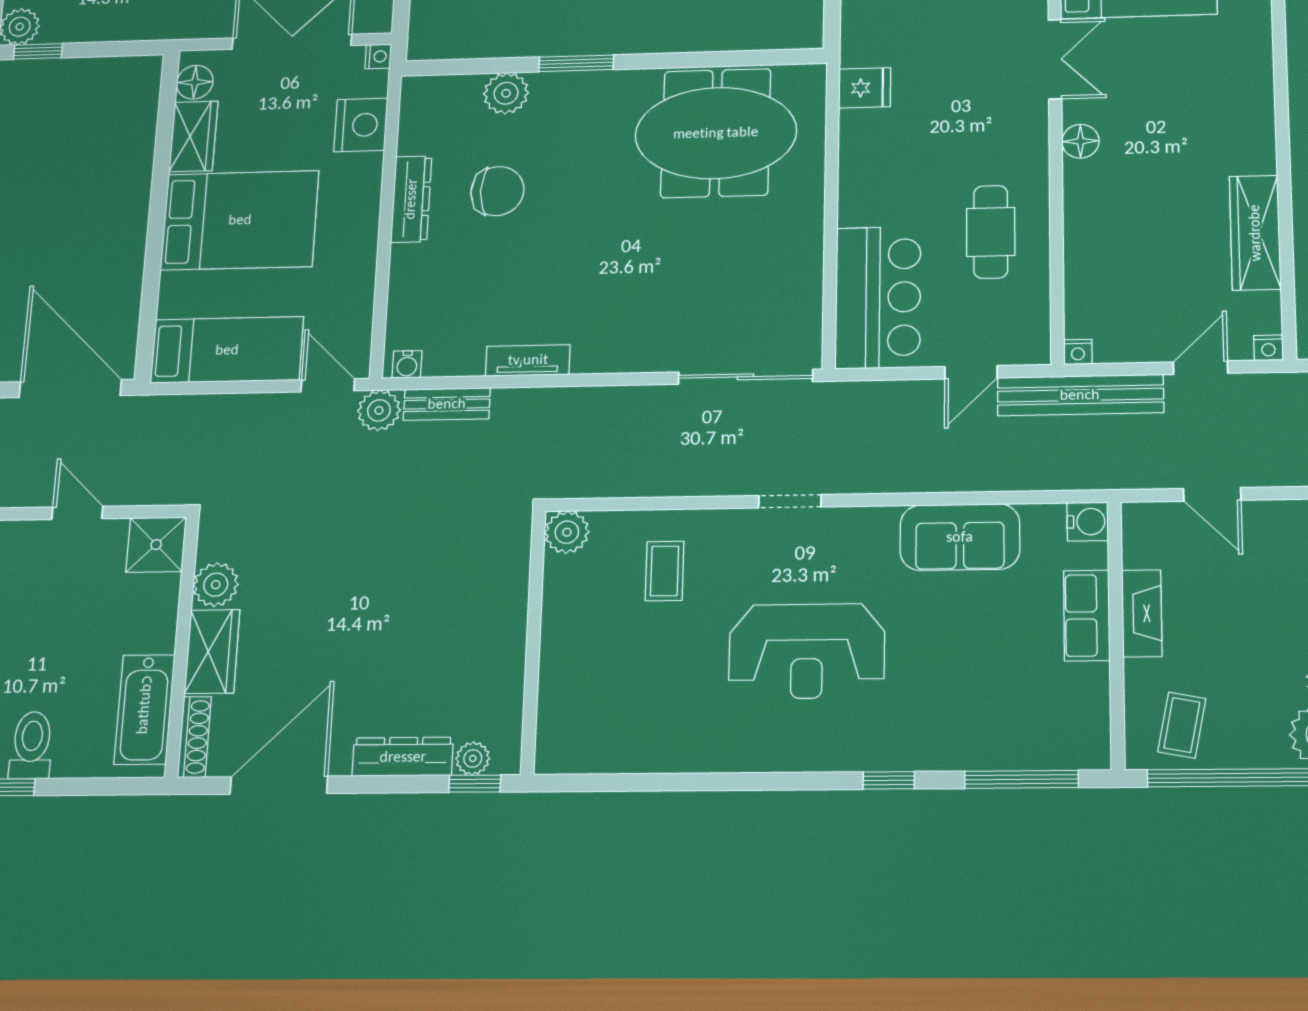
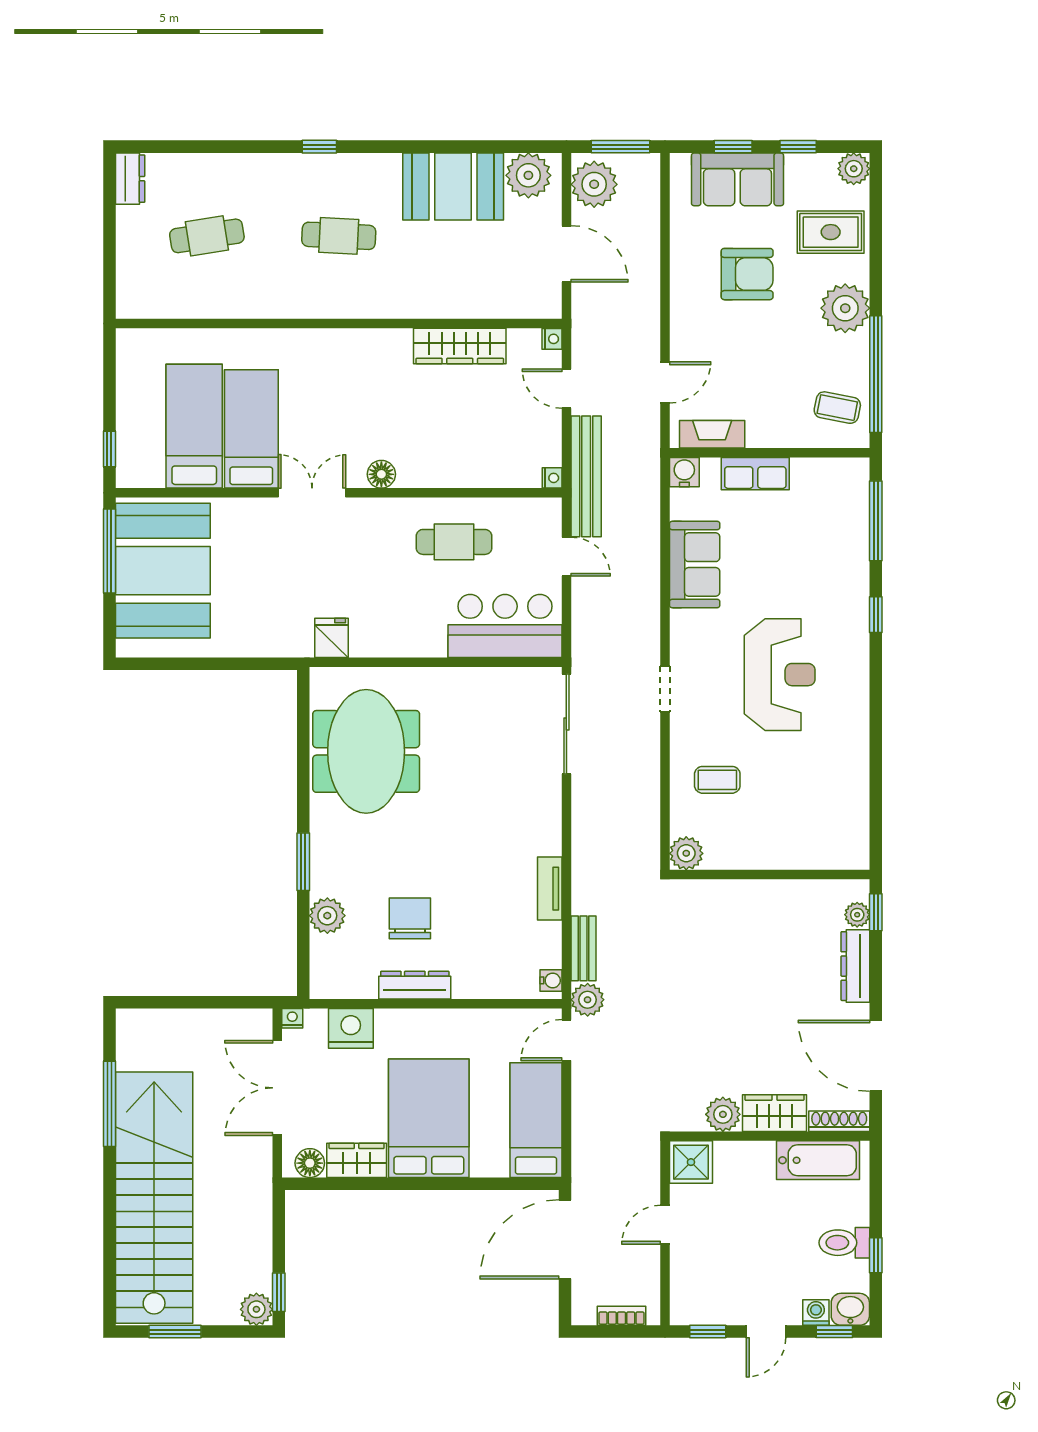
fireplace: (1142, 613) -> (712, 434), moved

